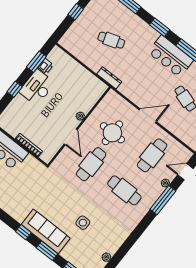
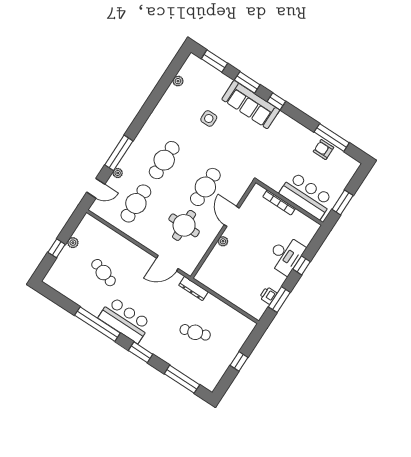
desk: (37, 87) -> (286, 255), moved
door: (148, 116) -> (167, 263), moved
cafe table: (124, 190) -> (164, 160), turned 90

